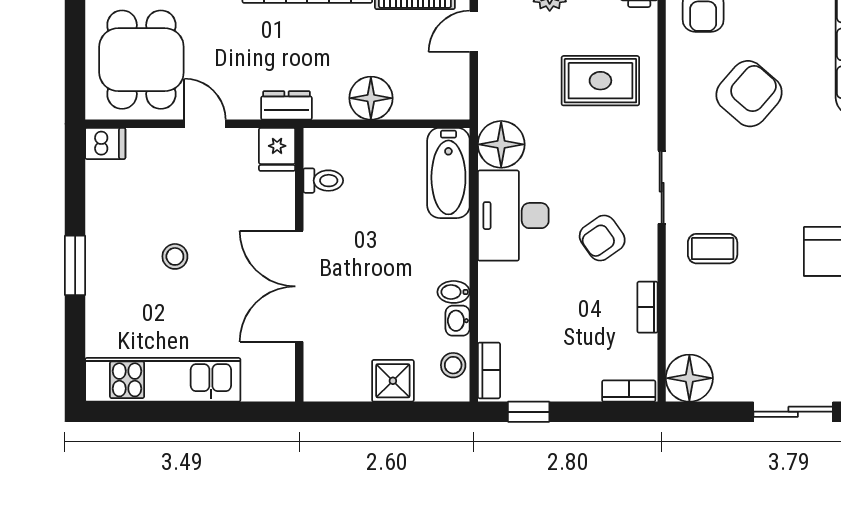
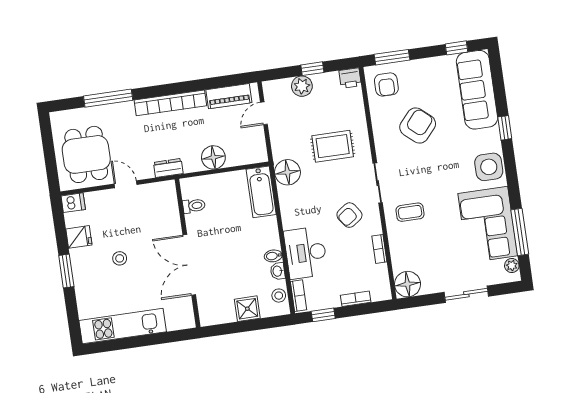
rug: (600, 81) -> (333, 146), moved
fridge: (277, 149) -> (79, 237), moved, turned -90
desk: (513, 216) -> (306, 253), moved
bookcase: (629, 391) -> (356, 299), moved

